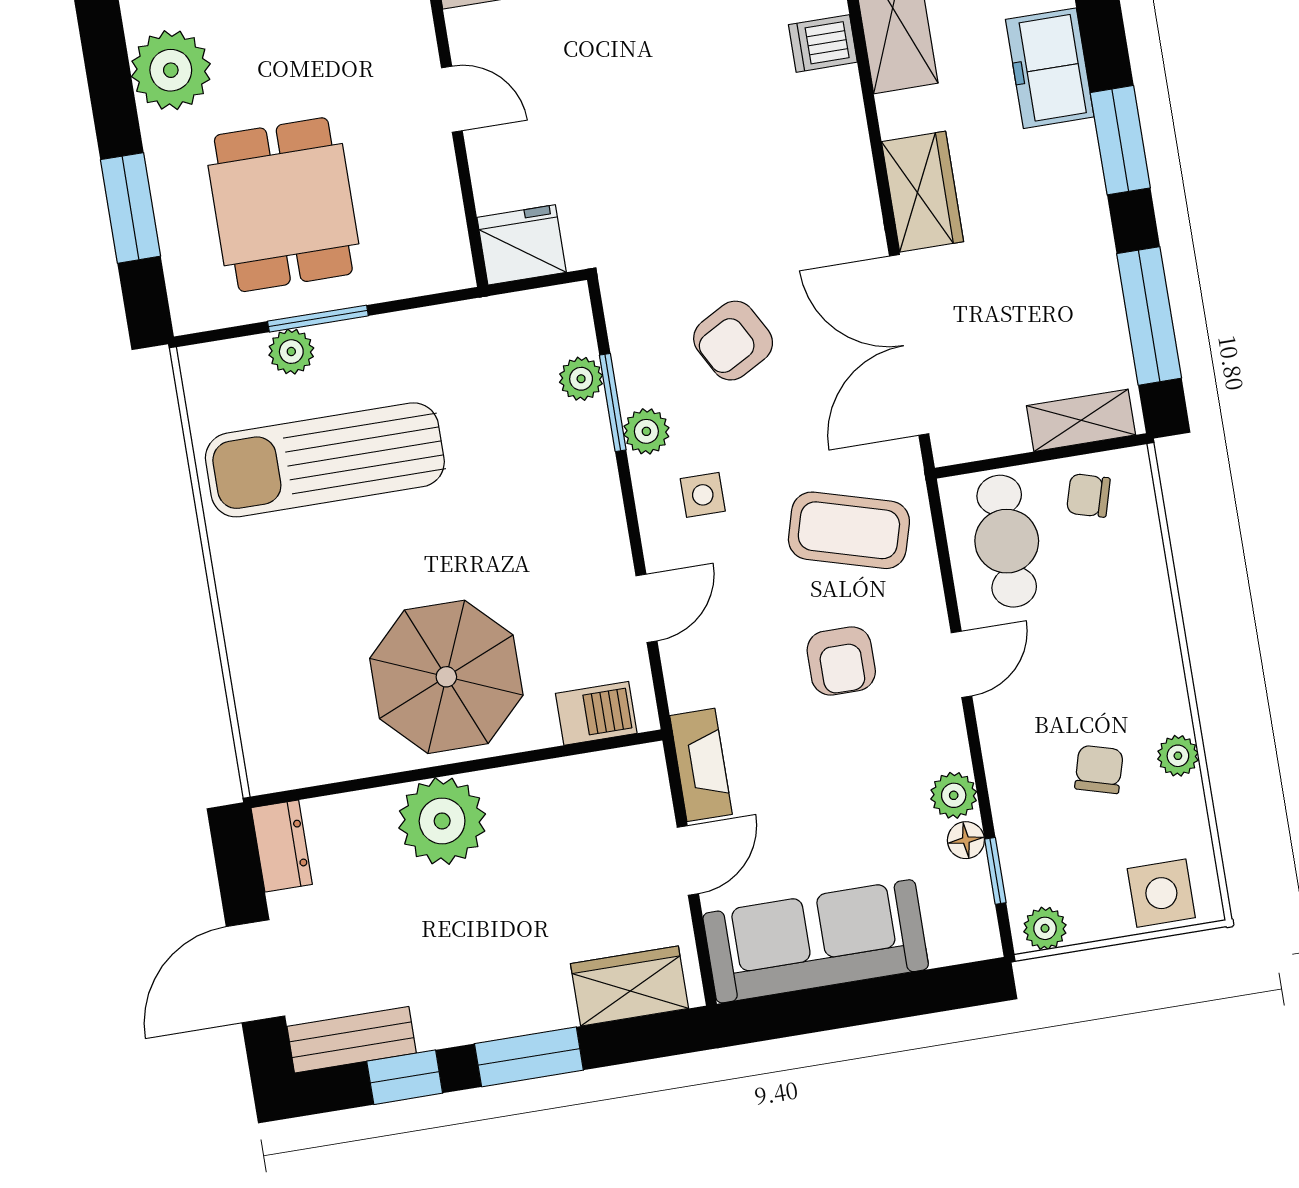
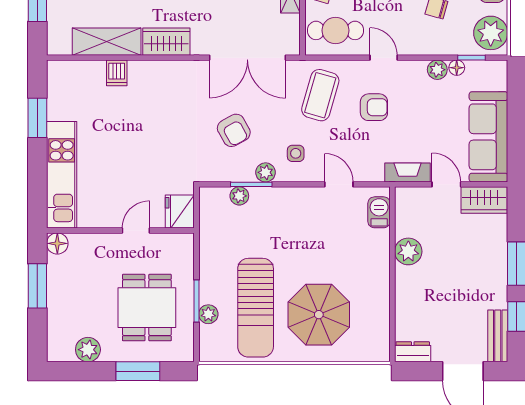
plant: (171, 70) -> (88, 350), width x0.73, depth x0.73
door: (452, 99) -> (136, 231), moved
wardrobe: (923, 192) -> (166, 42), moved
dining table: (283, 205) -> (147, 308), turned 90
parasol: (446, 677) -> (319, 315), moved
plant: (442, 821) -> (408, 251), moved, width x0.73, depth x0.73
plant: (1045, 928) -> (491, 33), width x1.88, depth x1.88
wardrobe: (630, 986) -> (484, 200), moved, turned -90

